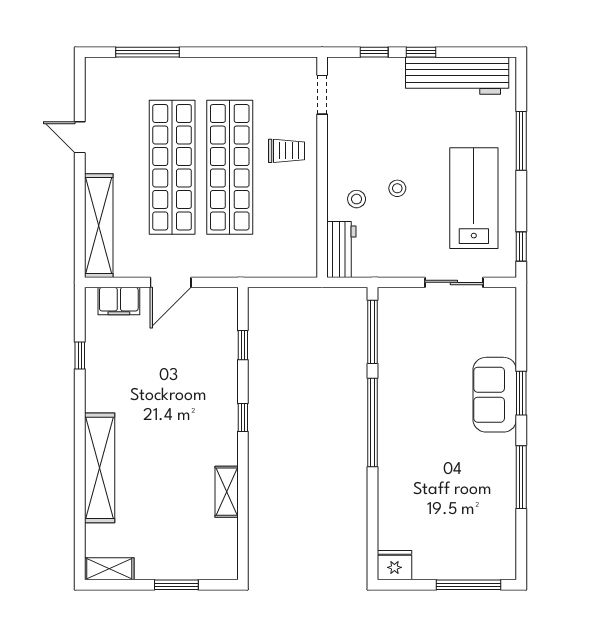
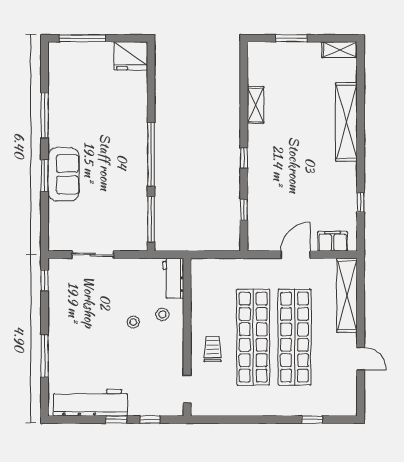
window: (147, 52) -> (312, 420), width x0.46
trolley: (287, 151) -> (213, 349), turned 90
lab bench: (474, 198) -> (78, 315), removed
fridge: (394, 565) -> (131, 56), width x1.36, depth x1.34

